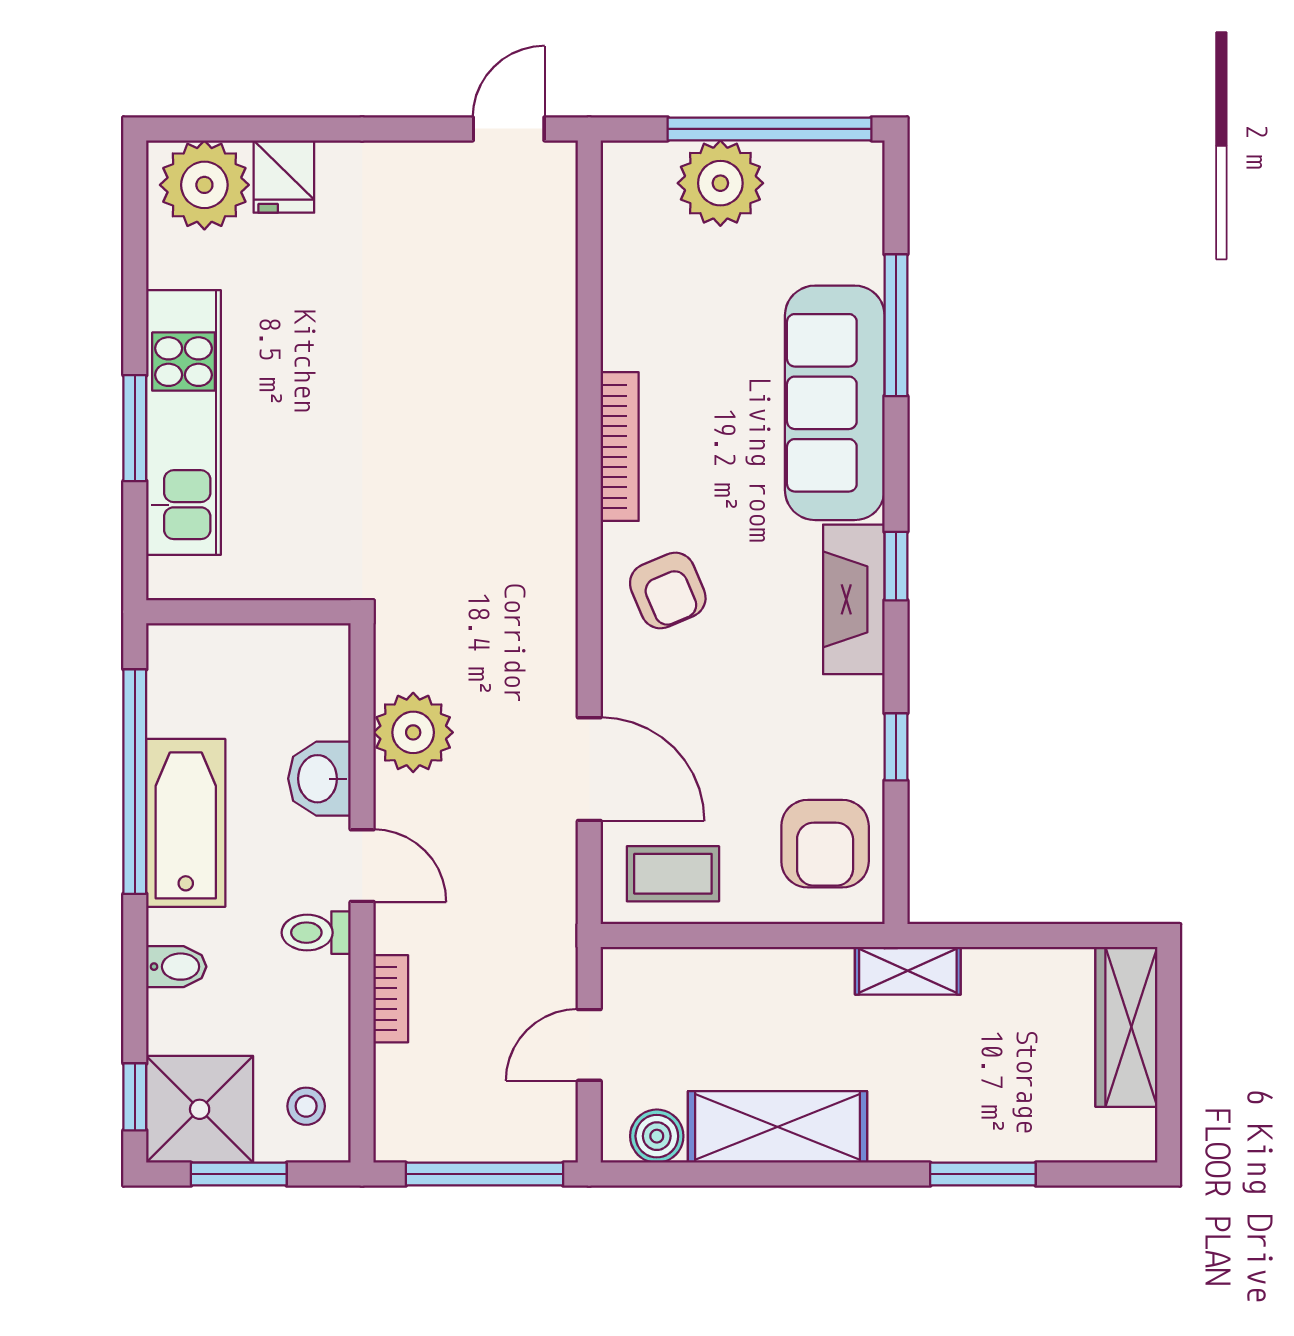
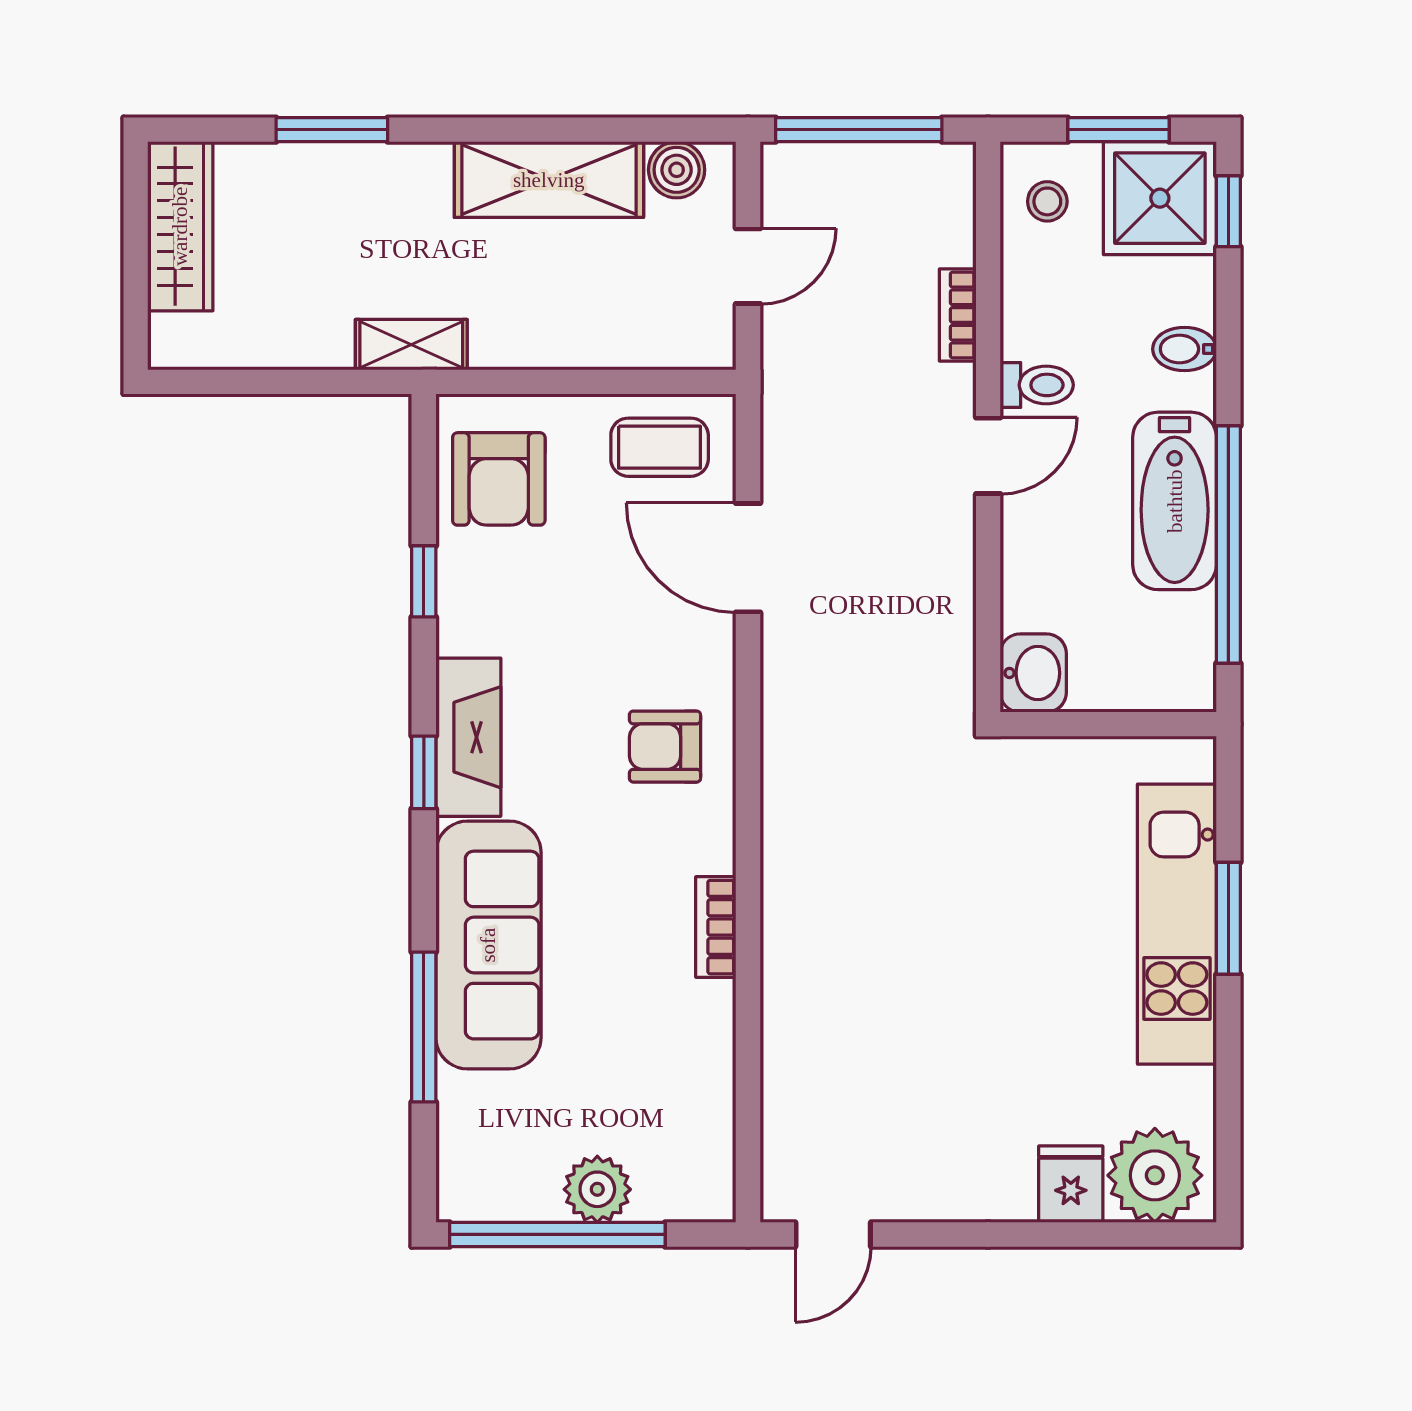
plant: (720, 183) -> (597, 1189), width x0.73, depth x0.73
bookcase: (620, 447) -> (716, 927), width x0.64
armchair: (668, 591) -> (665, 747), turned -67
plant: (413, 732) -> (934, 597), removed
washbasin: (319, 779) -> (1033, 673), moved
armchair: (825, 844) -> (499, 479), turned 180
door: (362, 866) -> (988, 456), swing flipped
wardrobe: (1126, 1027) -> (180, 226), moved

